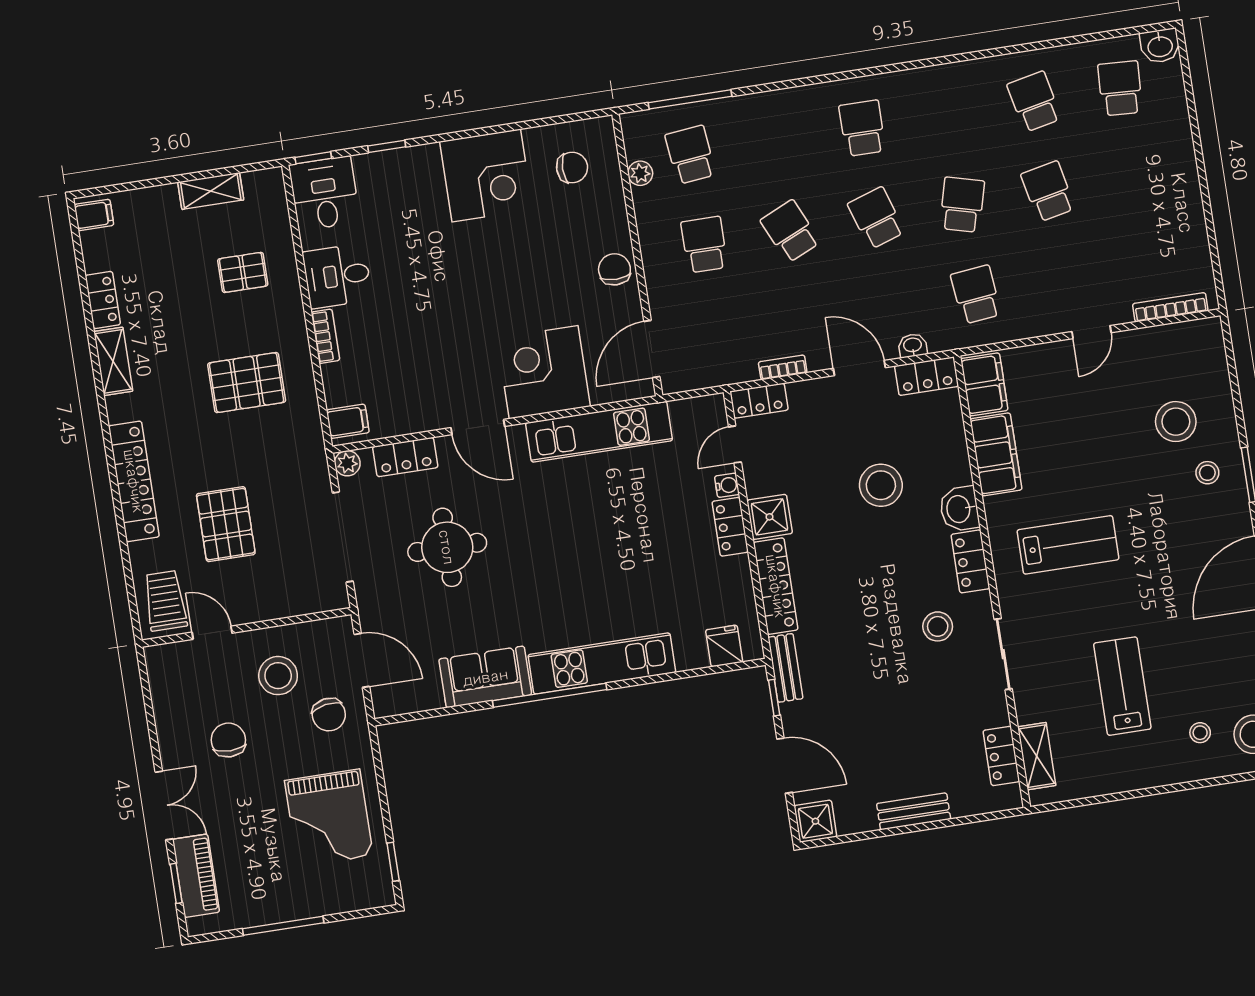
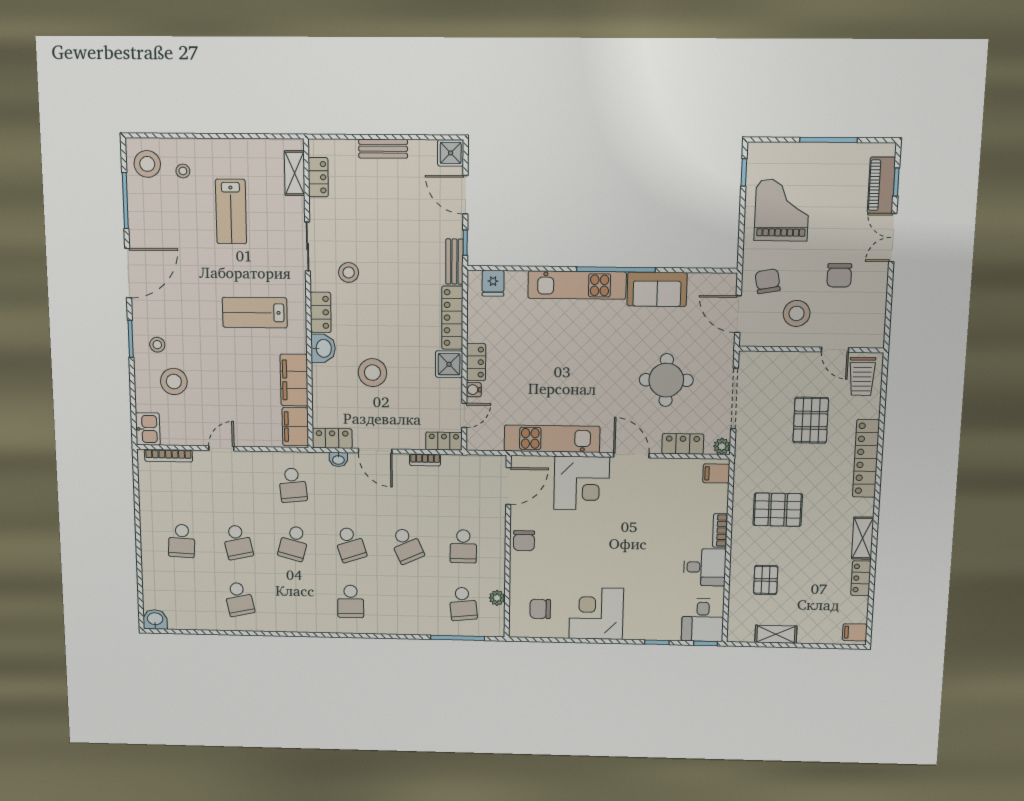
school desk: (1120, 88) -> (182, 541), moved
pallet: (243, 272) -> (766, 580), turned 90
kitchen sink: (1207, 343) -> (148, 429), added

